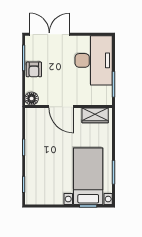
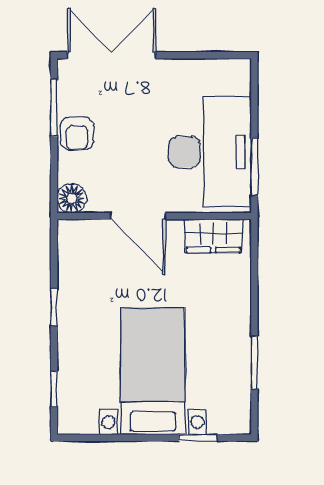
desk: (94, 60) -> (210, 152), moved
bed with nightstands: (88, 176) -> (153, 371), moved

